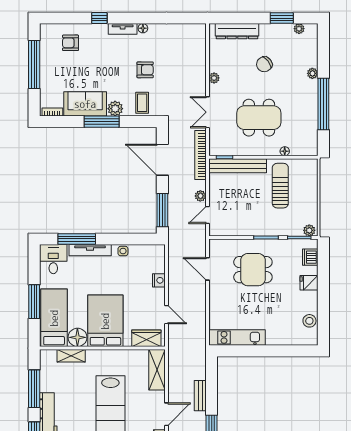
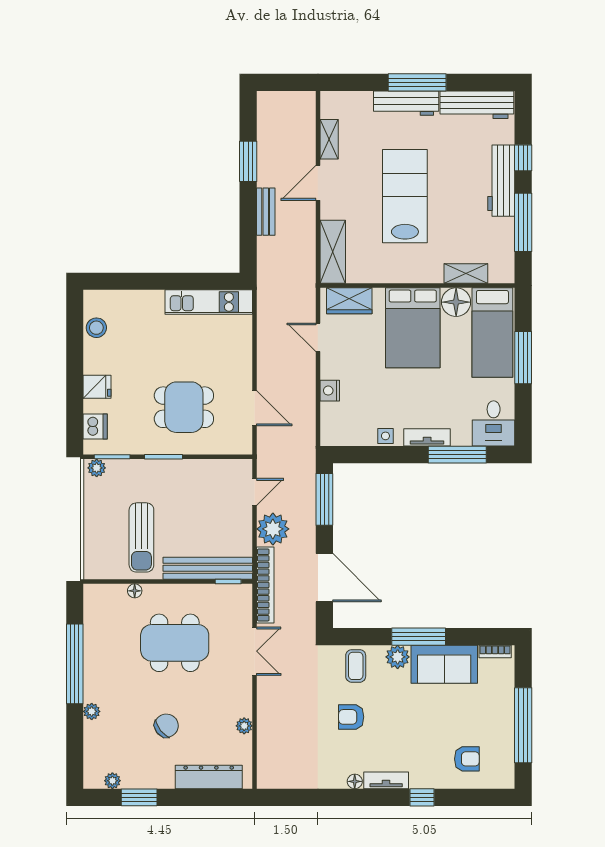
plant: (214, 78) -> (244, 726), moved
plant: (200, 196) -> (273, 529), width x1.88, depth x1.88
tv unit: (90, 250) -> (427, 437), width x0.71

